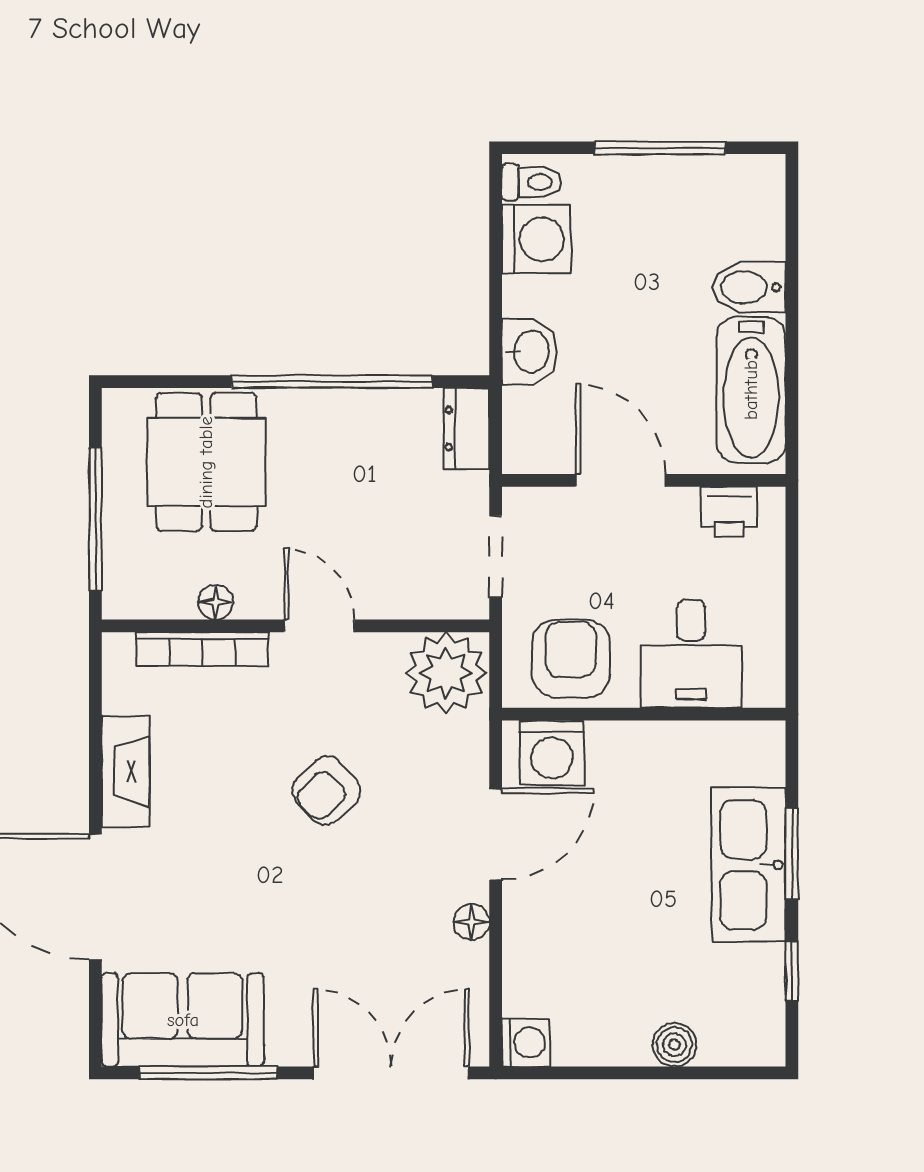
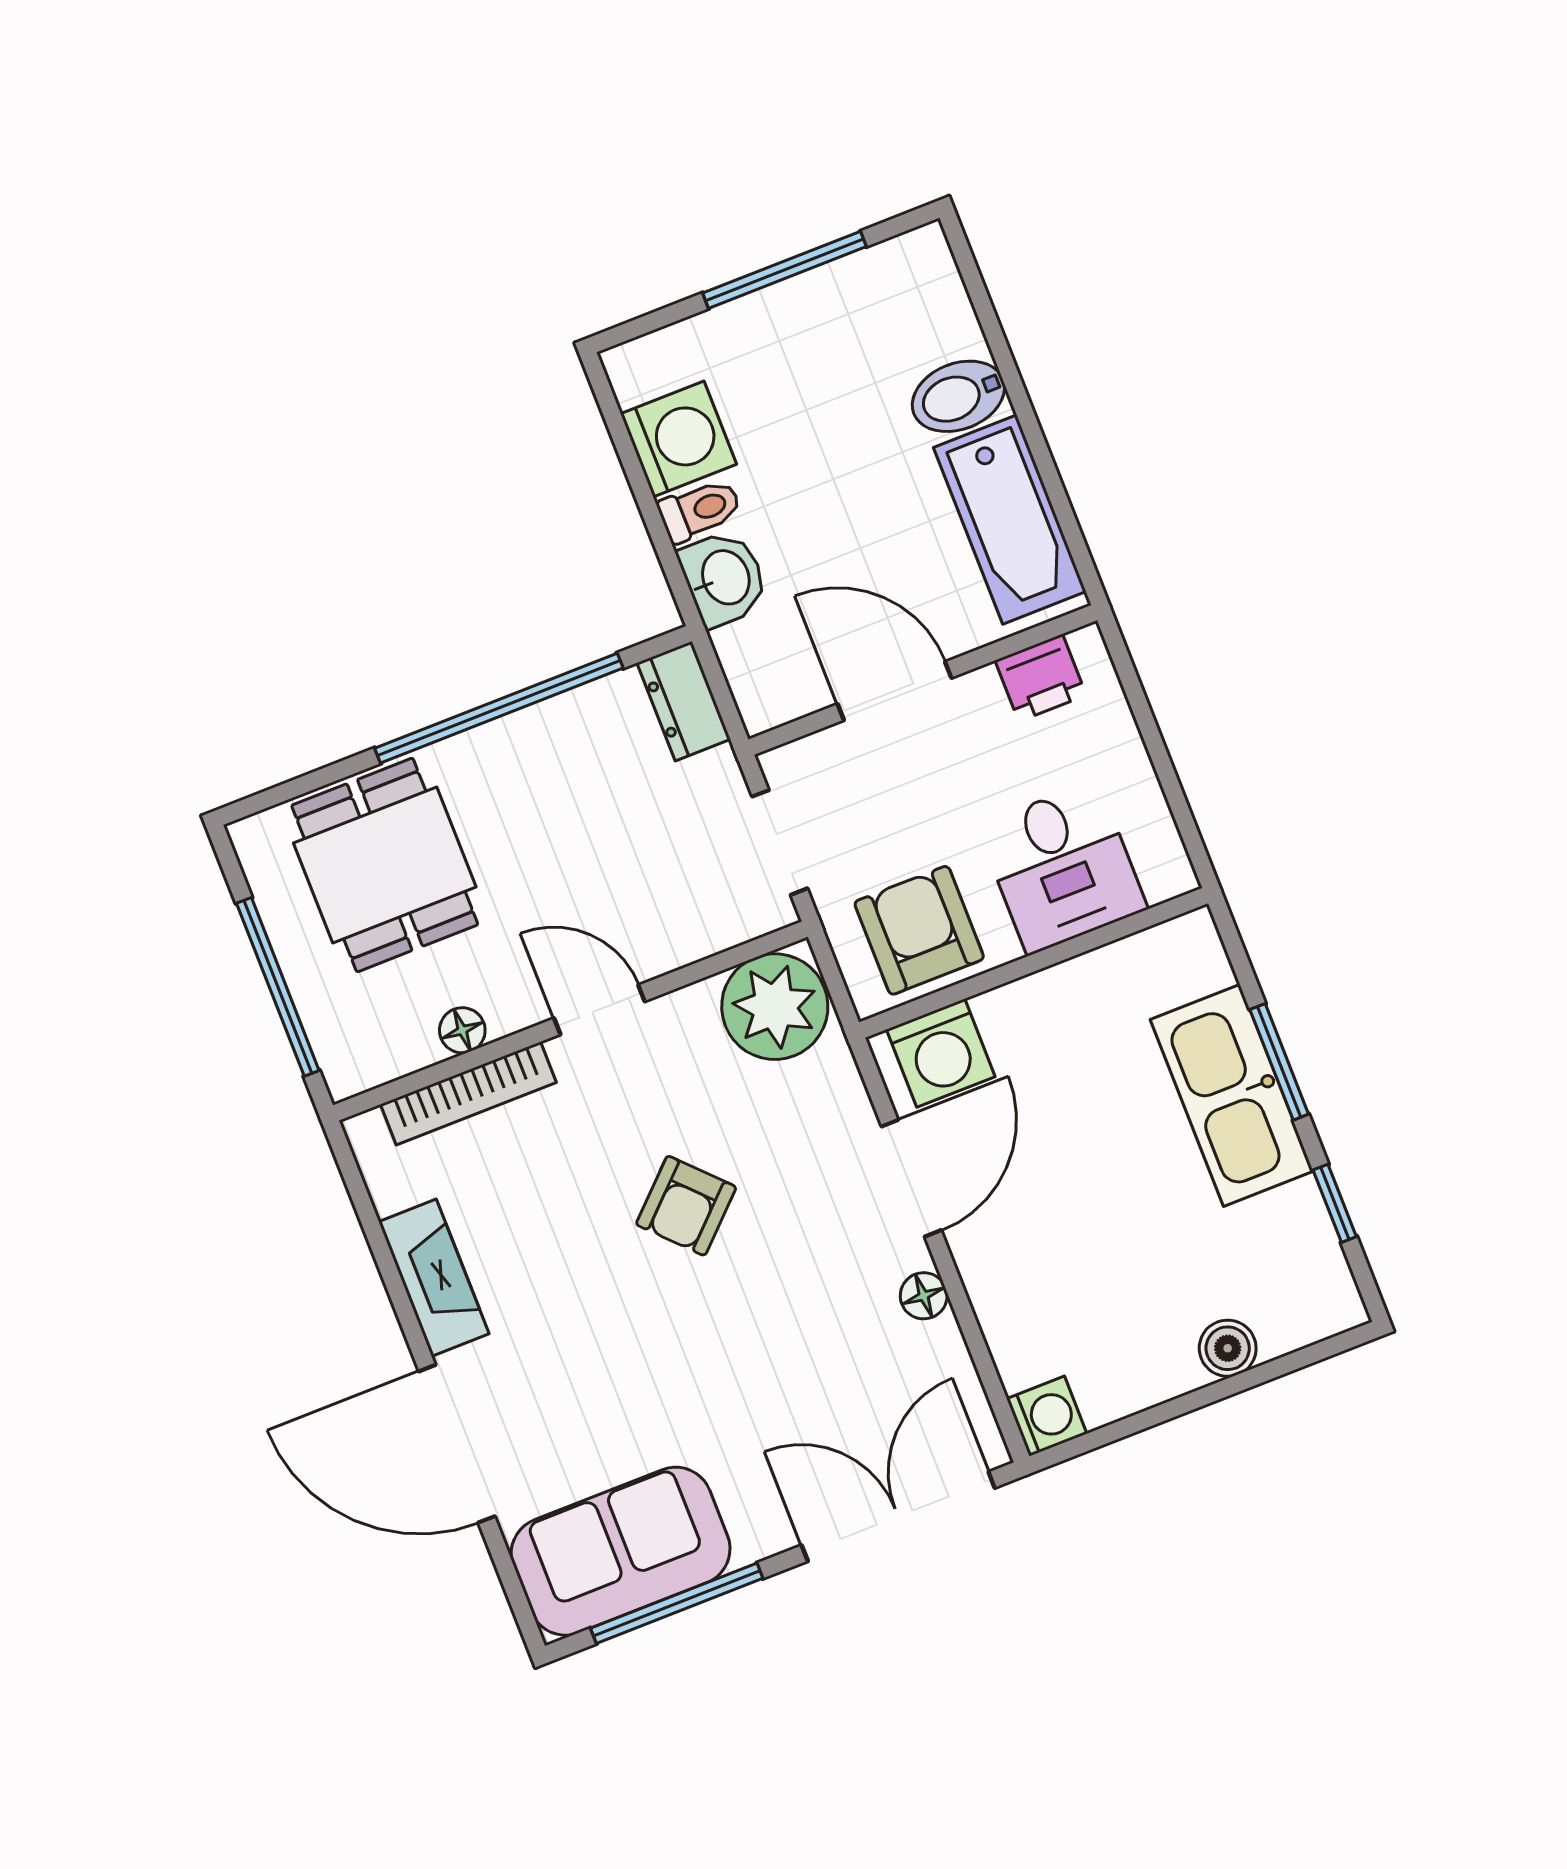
toilet: (532, 182) -> (700, 510), moved

